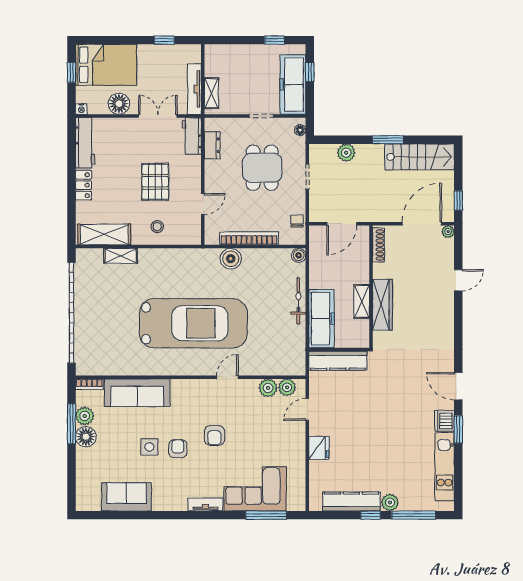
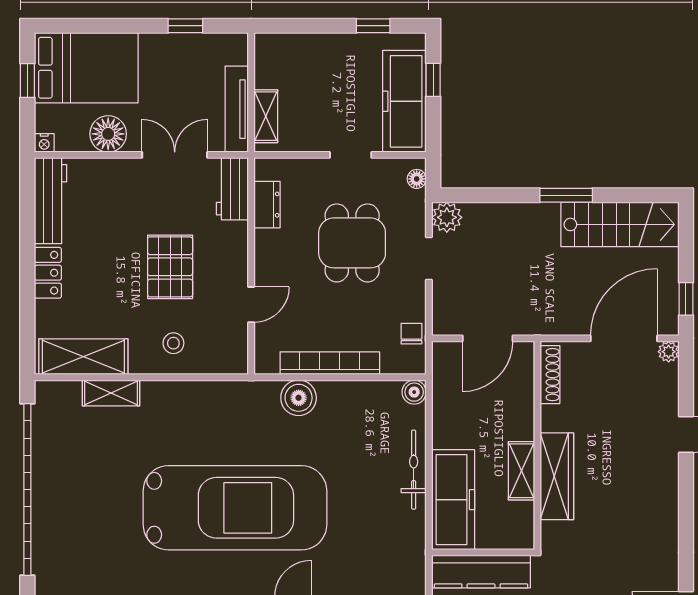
plant: (346, 153) -> (447, 217), moved

